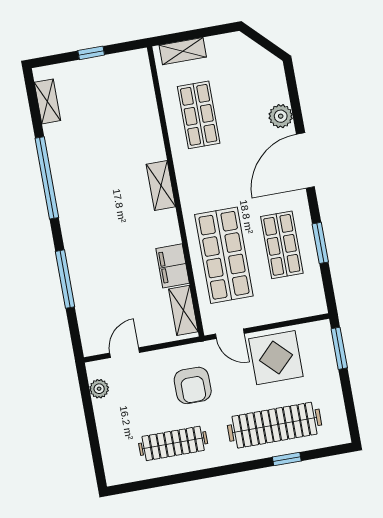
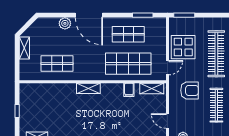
shelving: (183, 51) -> (24, 48), moved
window: (320, 243) -> (143, 15), moved
filing cabinet: (173, 266) -> (129, 90), width x0.50

